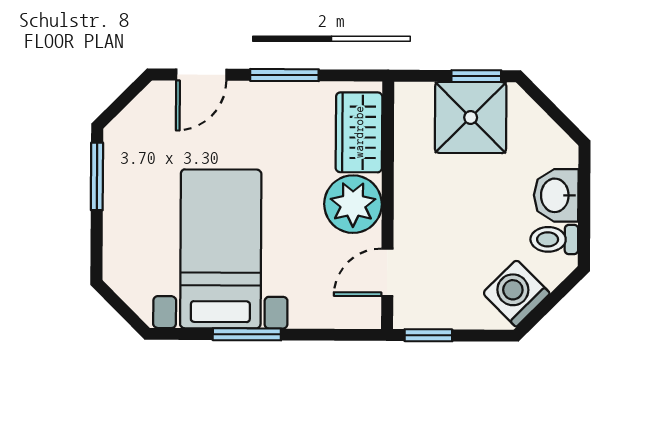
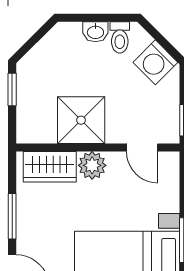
shower: (471, 118) -> (81, 120), moved
washbasin: (556, 195) -> (95, 32), width x0.72, depth x0.69
plant: (353, 204) -> (92, 165), width x0.73, depth x0.73

